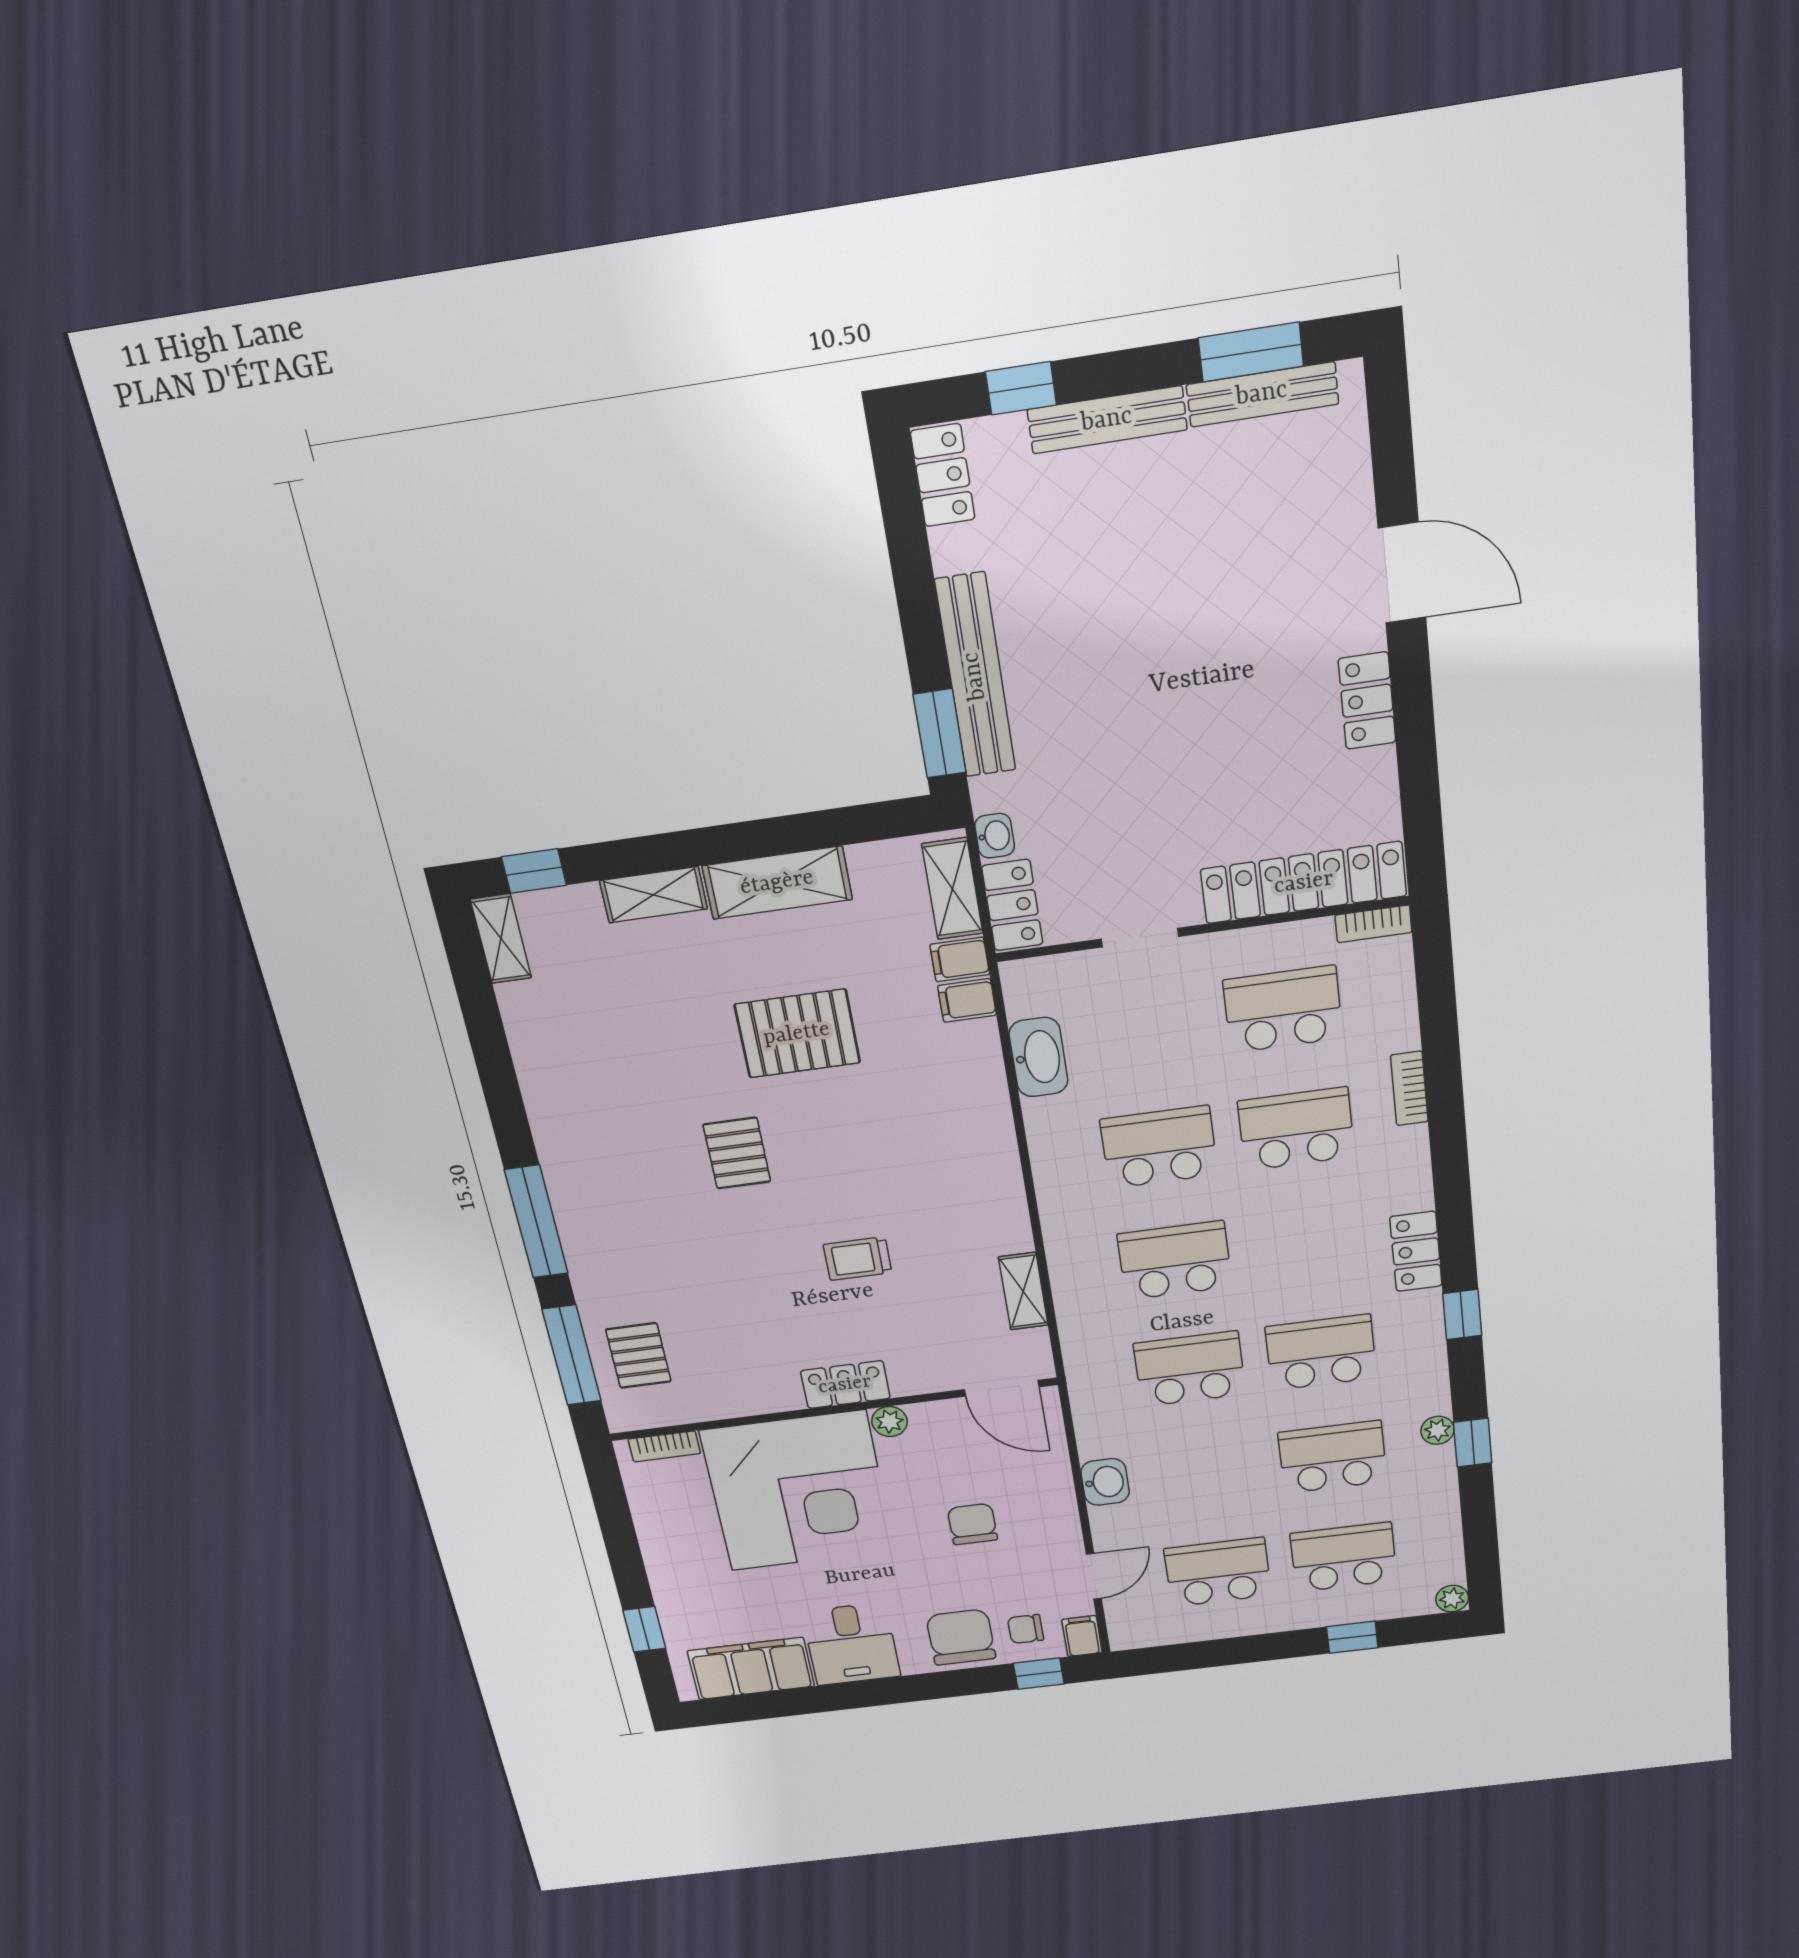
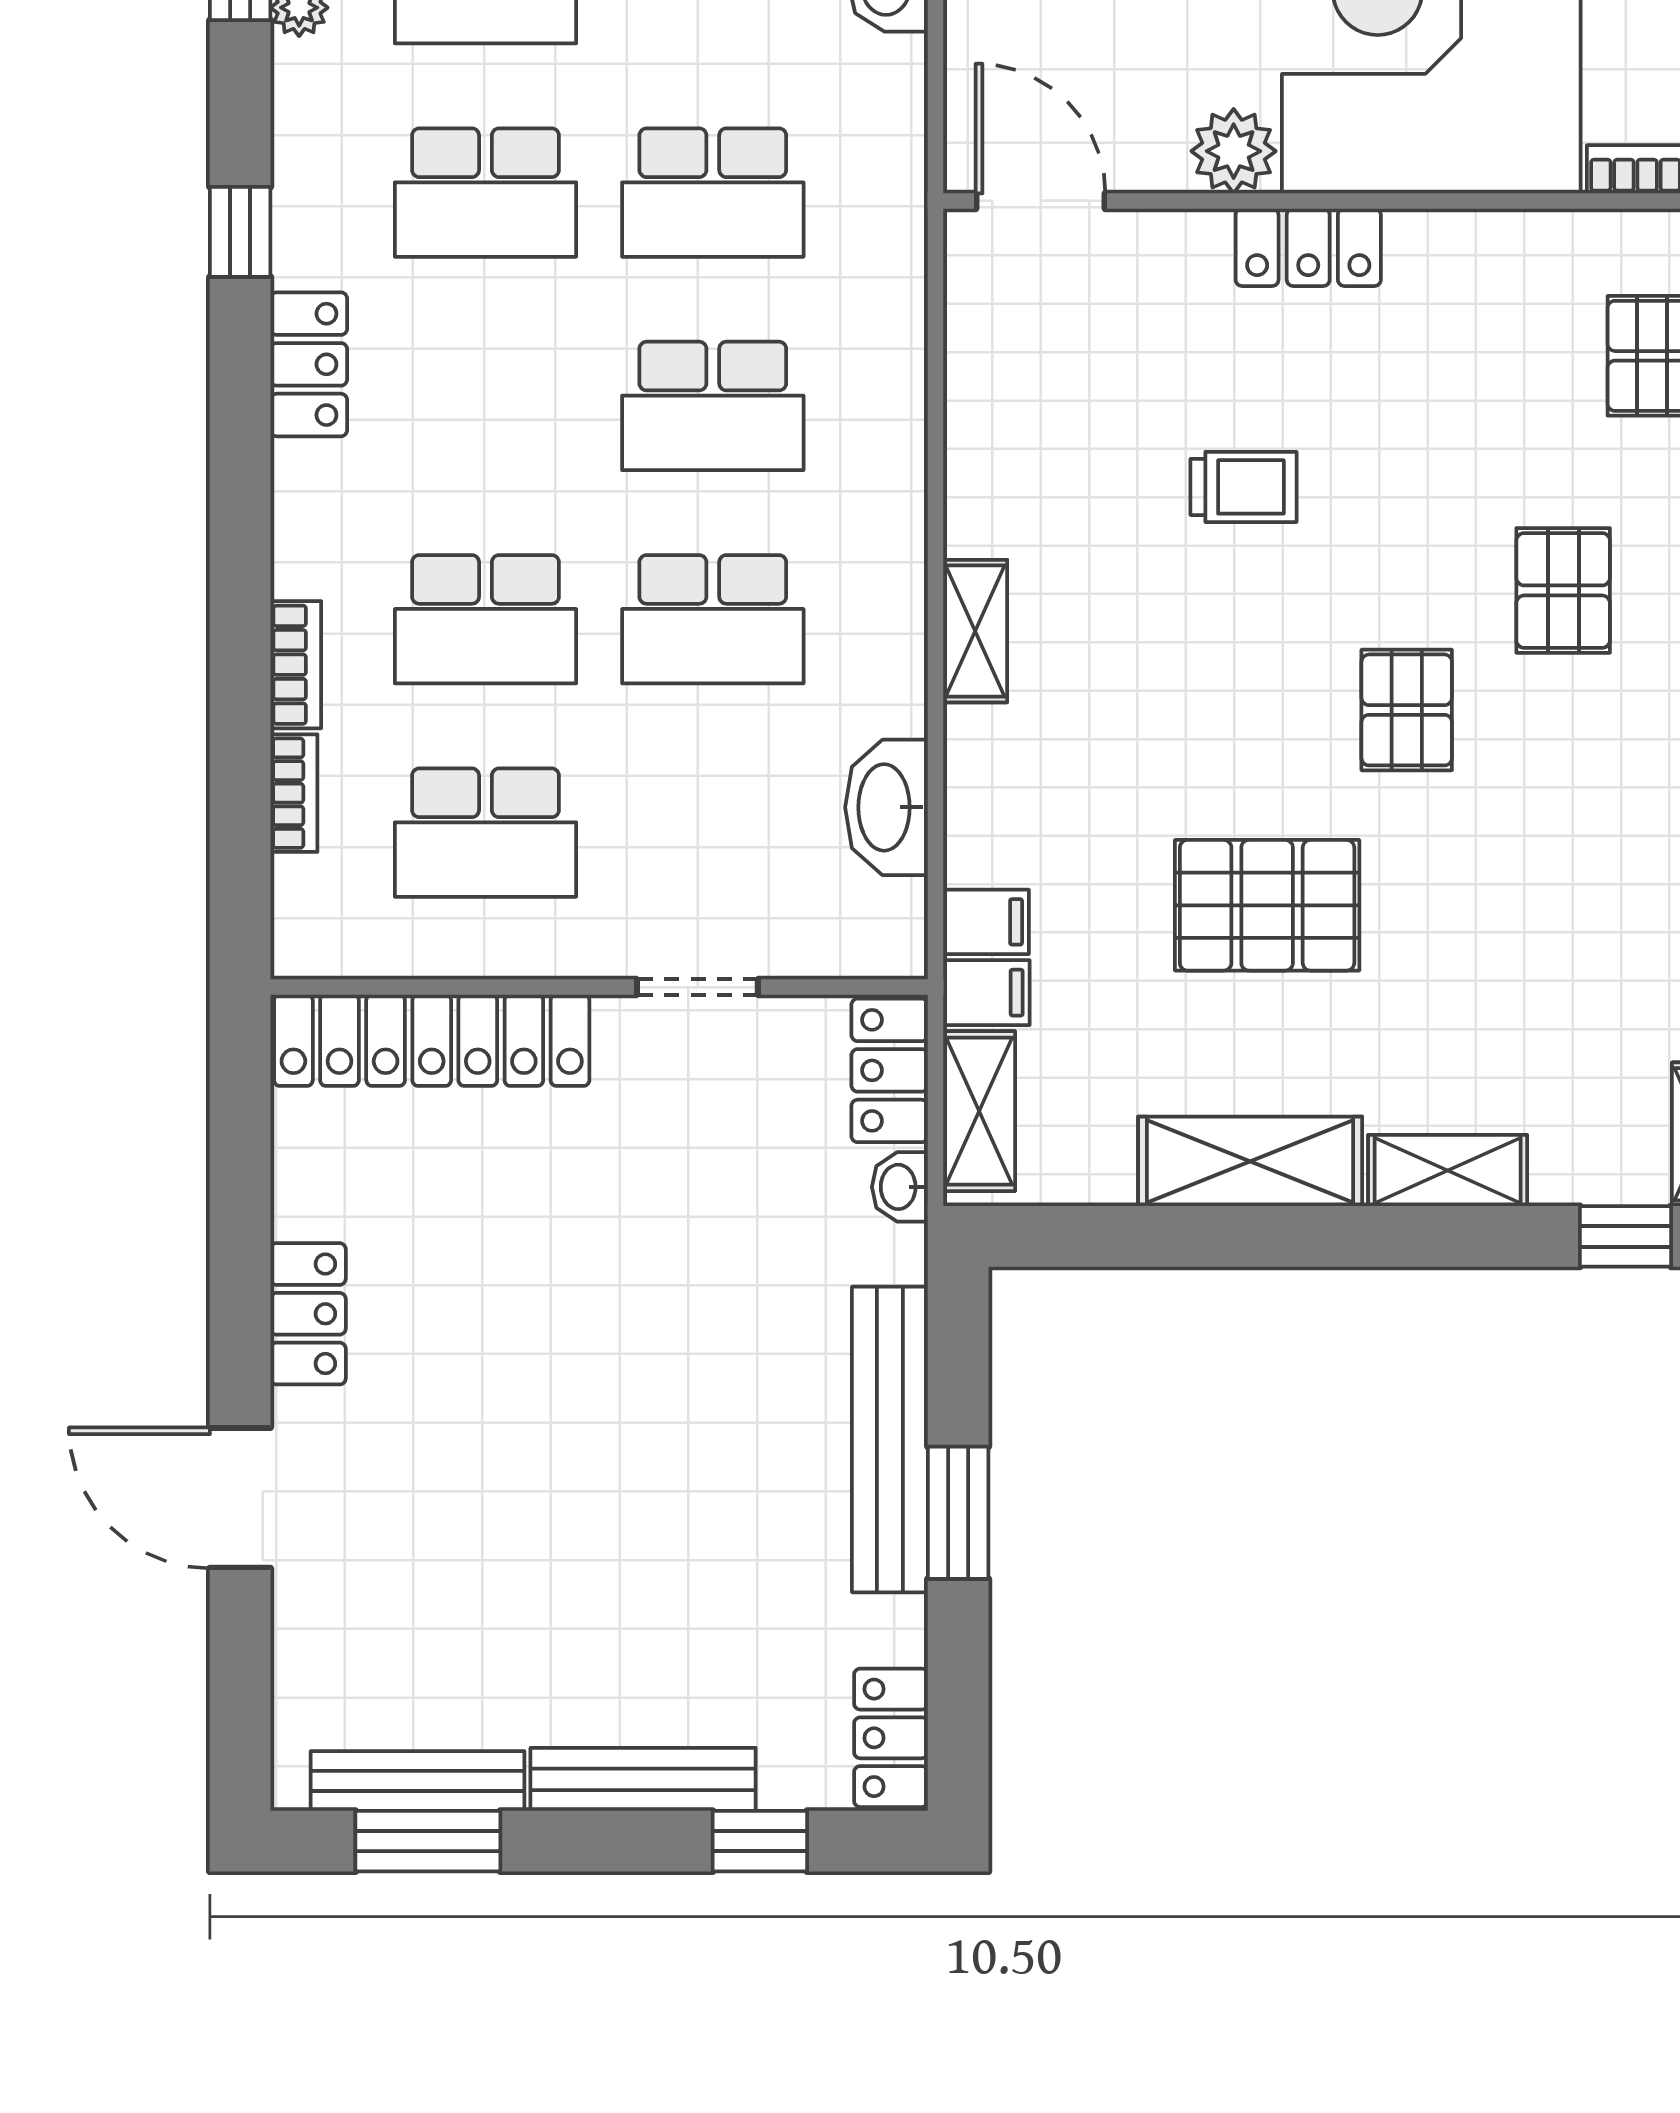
window: (940, 733) -> (958, 1513), moved
bookcase: (1373, 924) -> (294, 793), moved, turned 90
pallet: (660, 1229) -> (1563, 590), added
shelving: (1023, 1291) -> (975, 631), moved
plant: (890, 1421) -> (1234, 151), width x1.38, depth x1.38

